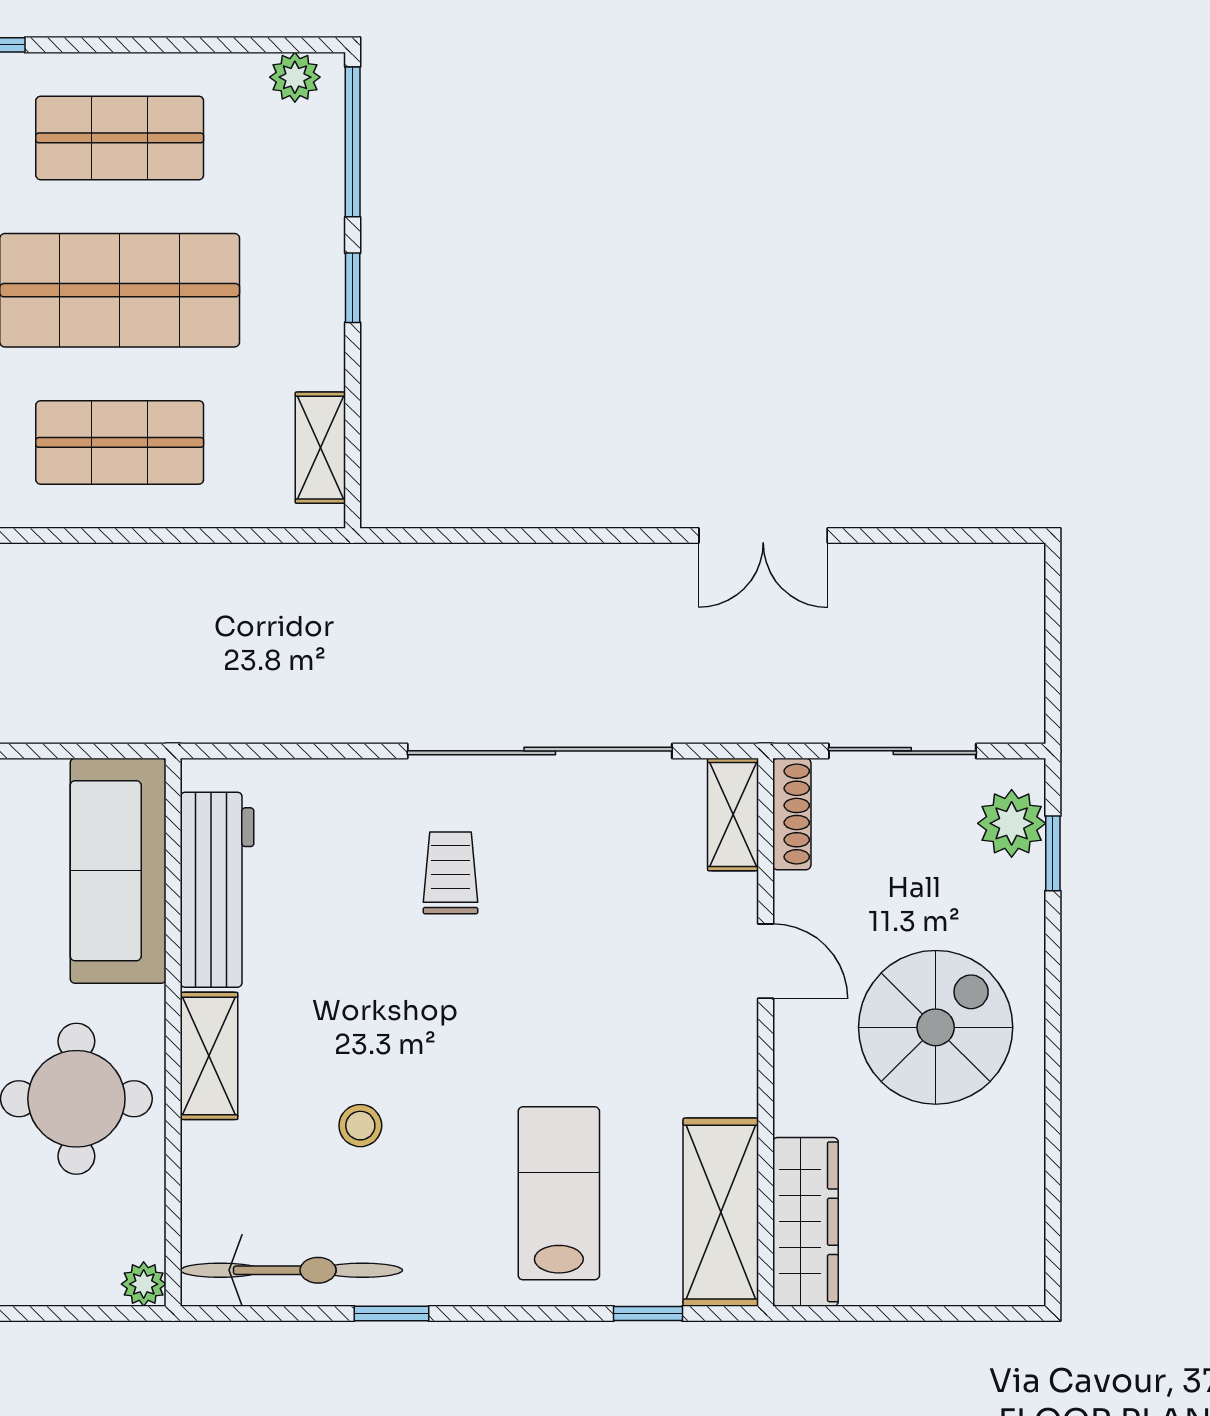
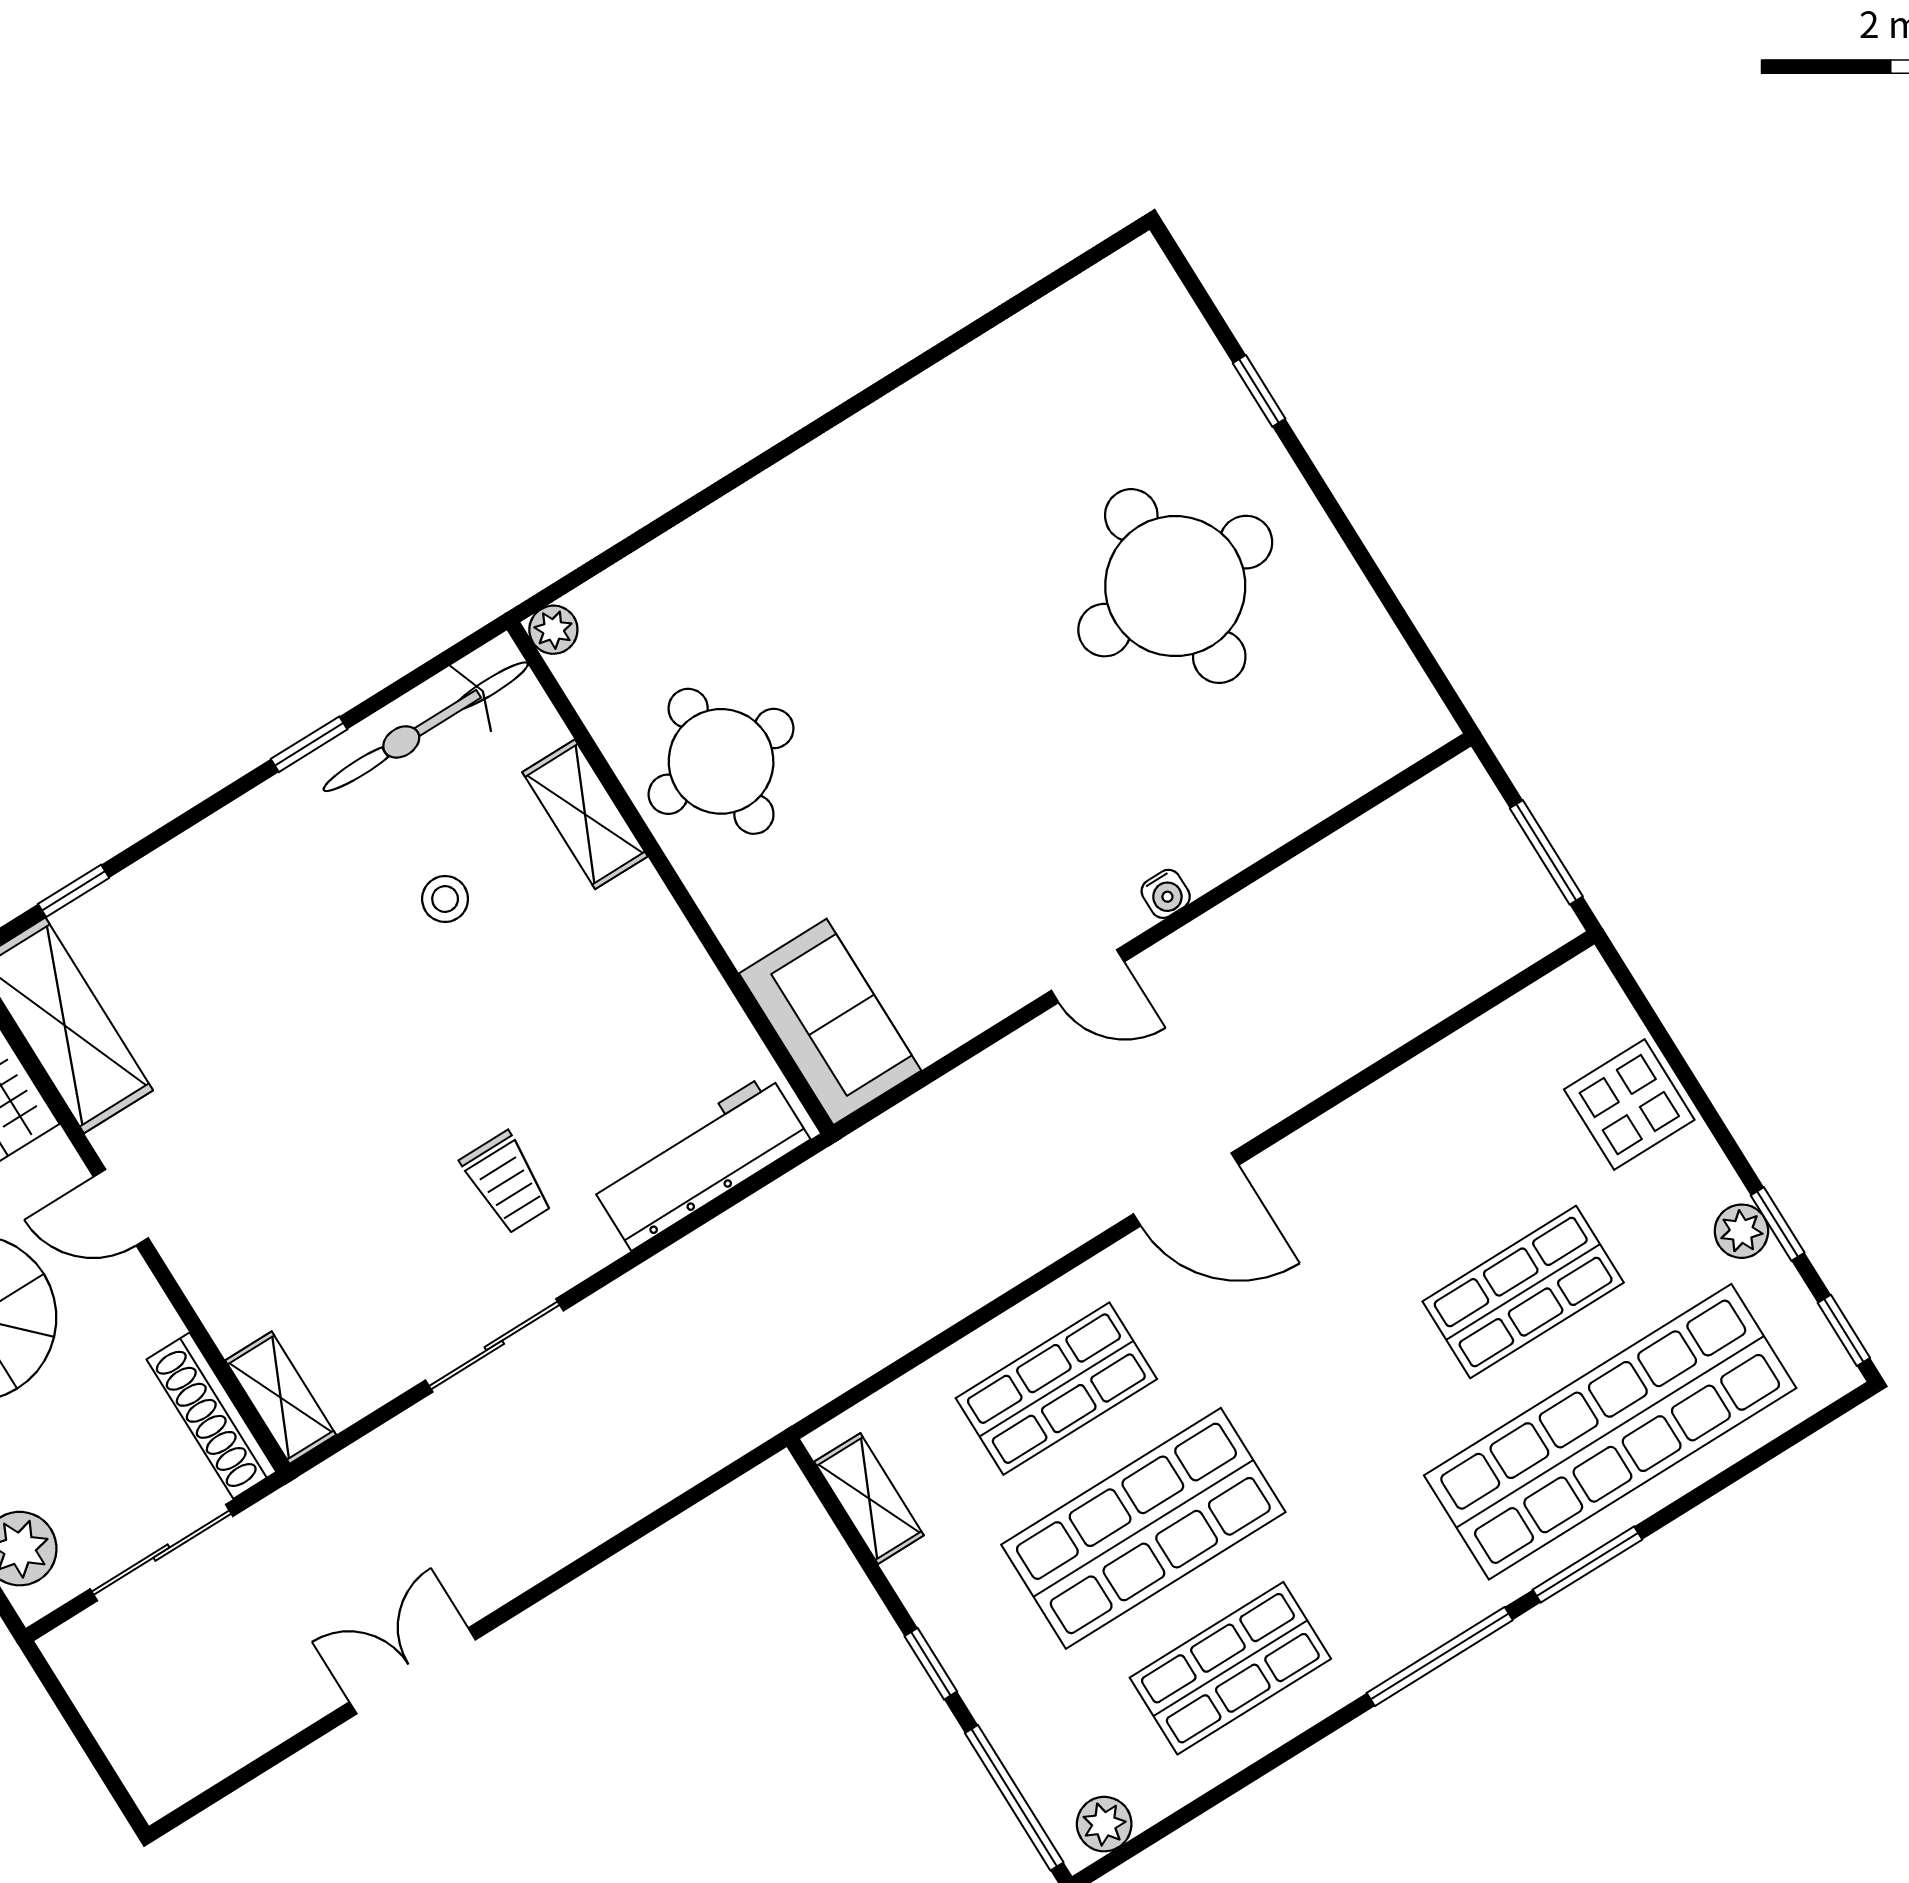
sliding door: (540, 751) -> (494, 1345), width x0.54
shoe rack: (792, 814) -> (211, 1416), width x1.36, depth x1.24
sofa: (118, 871) -> (830, 1022), width x0.73
workbench: (217, 890) -> (700, 1162), moved, turned 90
door: (766, 961) -> (121, 1207), moved
shelving: (209, 1056) -> (585, 814), moved
lab bench: (559, 1193) -> (224, 950), removed

